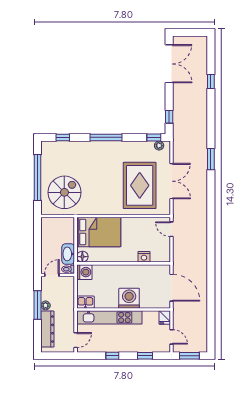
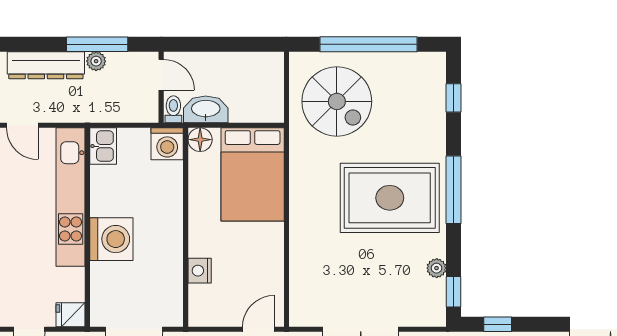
plant: (159, 146) -> (437, 268), moved
rug: (140, 185) -> (390, 198), moved

